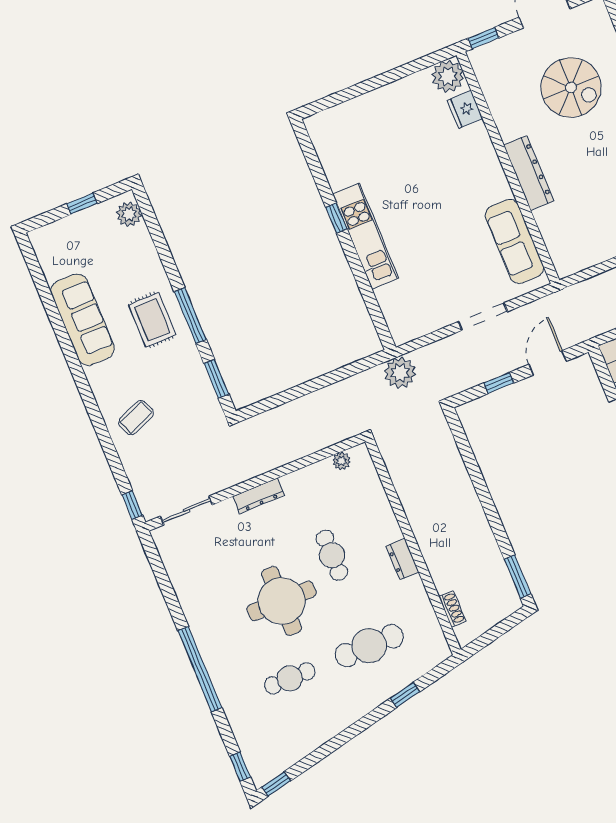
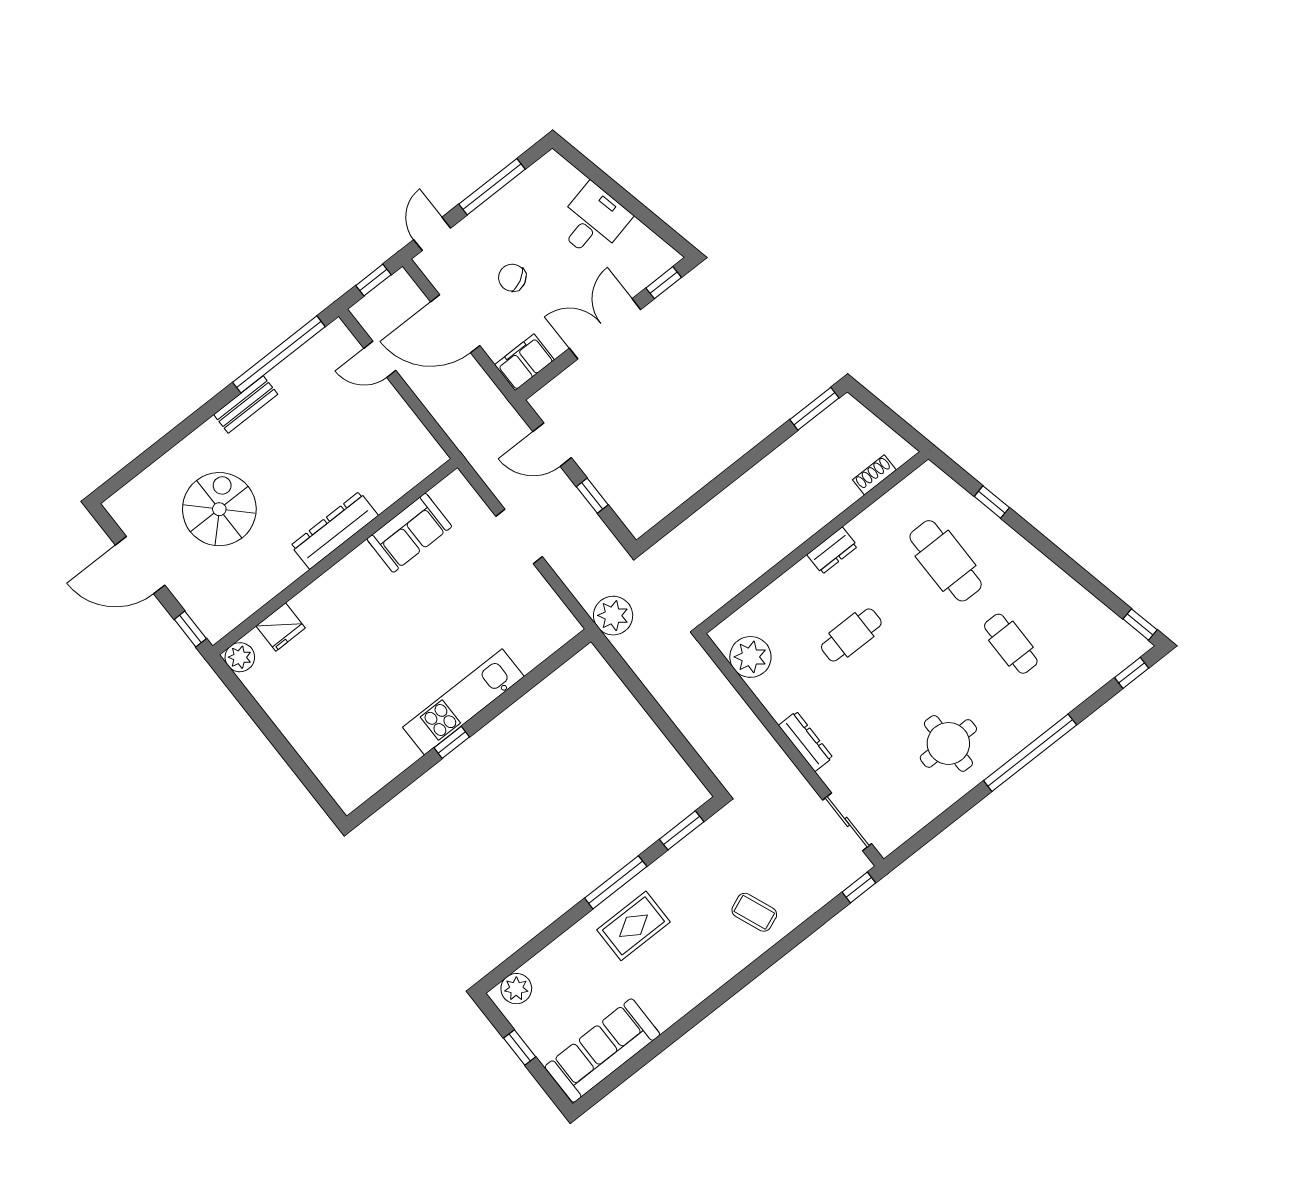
plant: (448, 76) -> (240, 657), width x0.73, depth x0.73
sofa: (514, 241) -> (409, 533), width x0.73
sofa: (83, 320) -> (602, 1051), moved
plant: (341, 461) -> (750, 657), width x1.88, depth x1.88
round table: (282, 601) -> (948, 743), moved, width x0.73, depth x0.73

